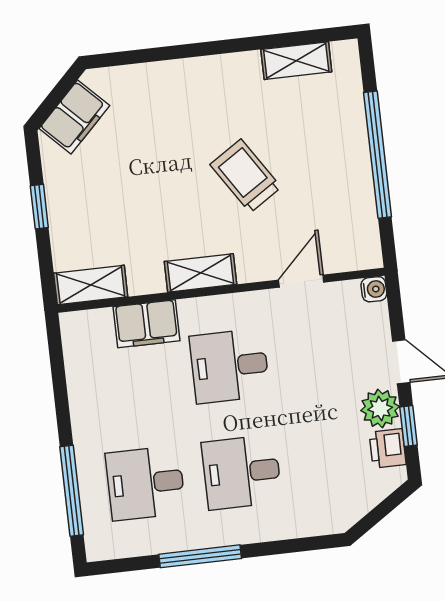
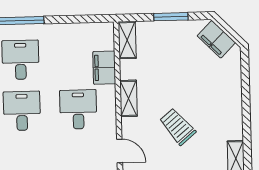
trolley: (246, 176) -> (177, 127), turned -97
window: (39, 207) -> (171, 17), width x1.50

